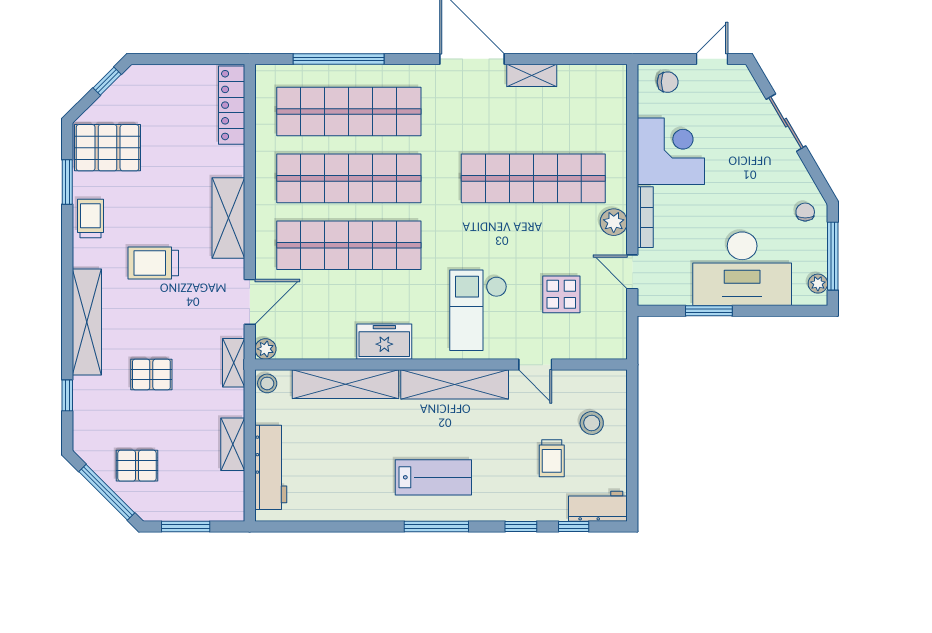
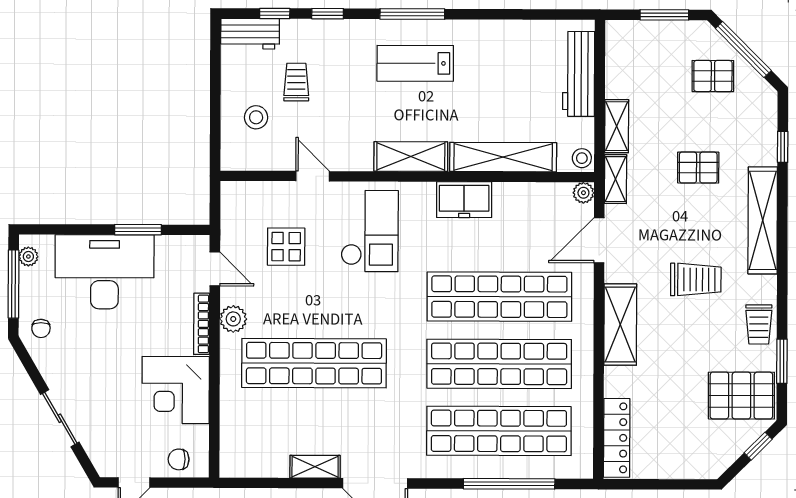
window: (107, 81) -> (758, 446), moved
shelving: (455, 384) -> (411, 157), width x0.68
shelving: (233, 444) -> (617, 126), moved

